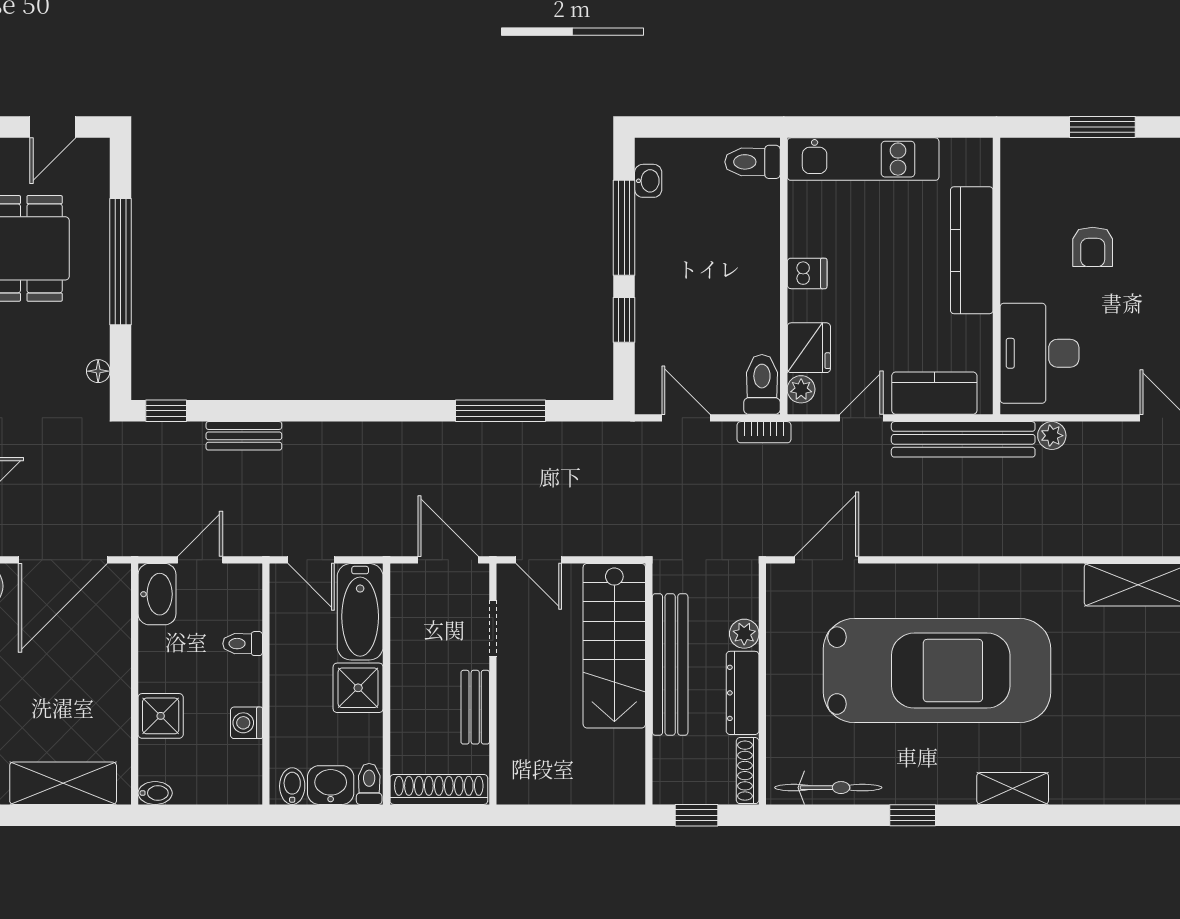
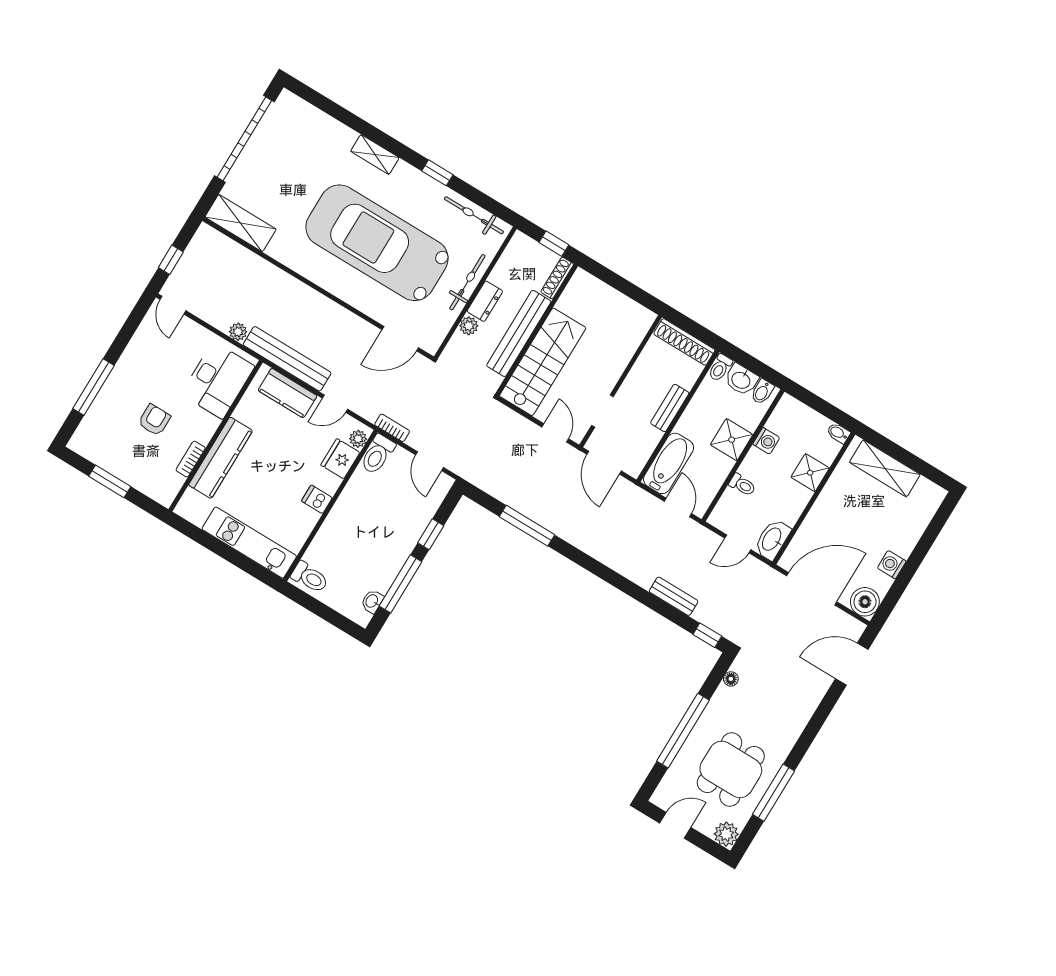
bookcase: (1011, 224) -> (191, 459), added
shower: (358, 688) -> (732, 440), moved
bicycle: (782, 692) -> (467, 282), added
dresser: (743, 693) -> (485, 301), width x0.70
bench: (475, 707) -> (670, 408), moved
shoe rack: (748, 771) -> (557, 278), moved, turned 180

